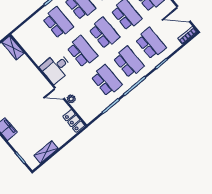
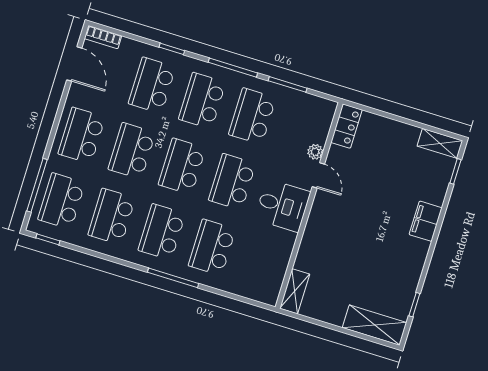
shelving: (46, 152) -> (440, 143), moved

